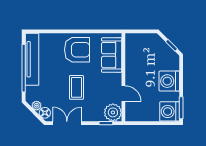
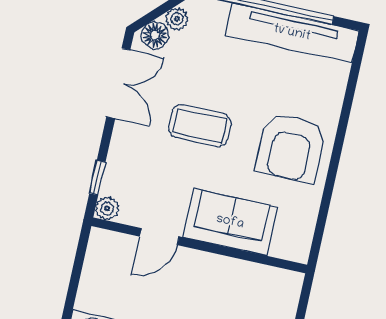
sofa: (112, 55) -> (230, 222), moved
plant: (113, 112) -> (107, 208), width x0.53, depth x0.53

